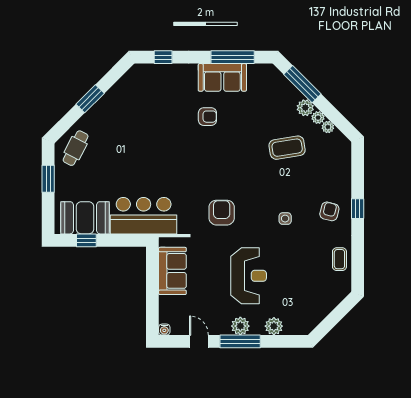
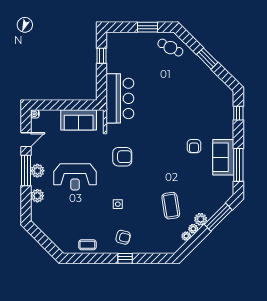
booth: (85, 218) -> (118, 55), removed

